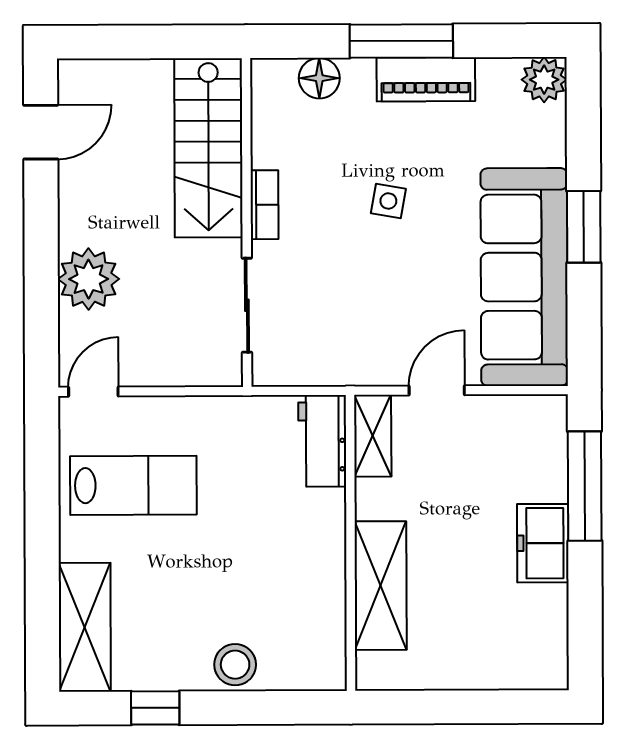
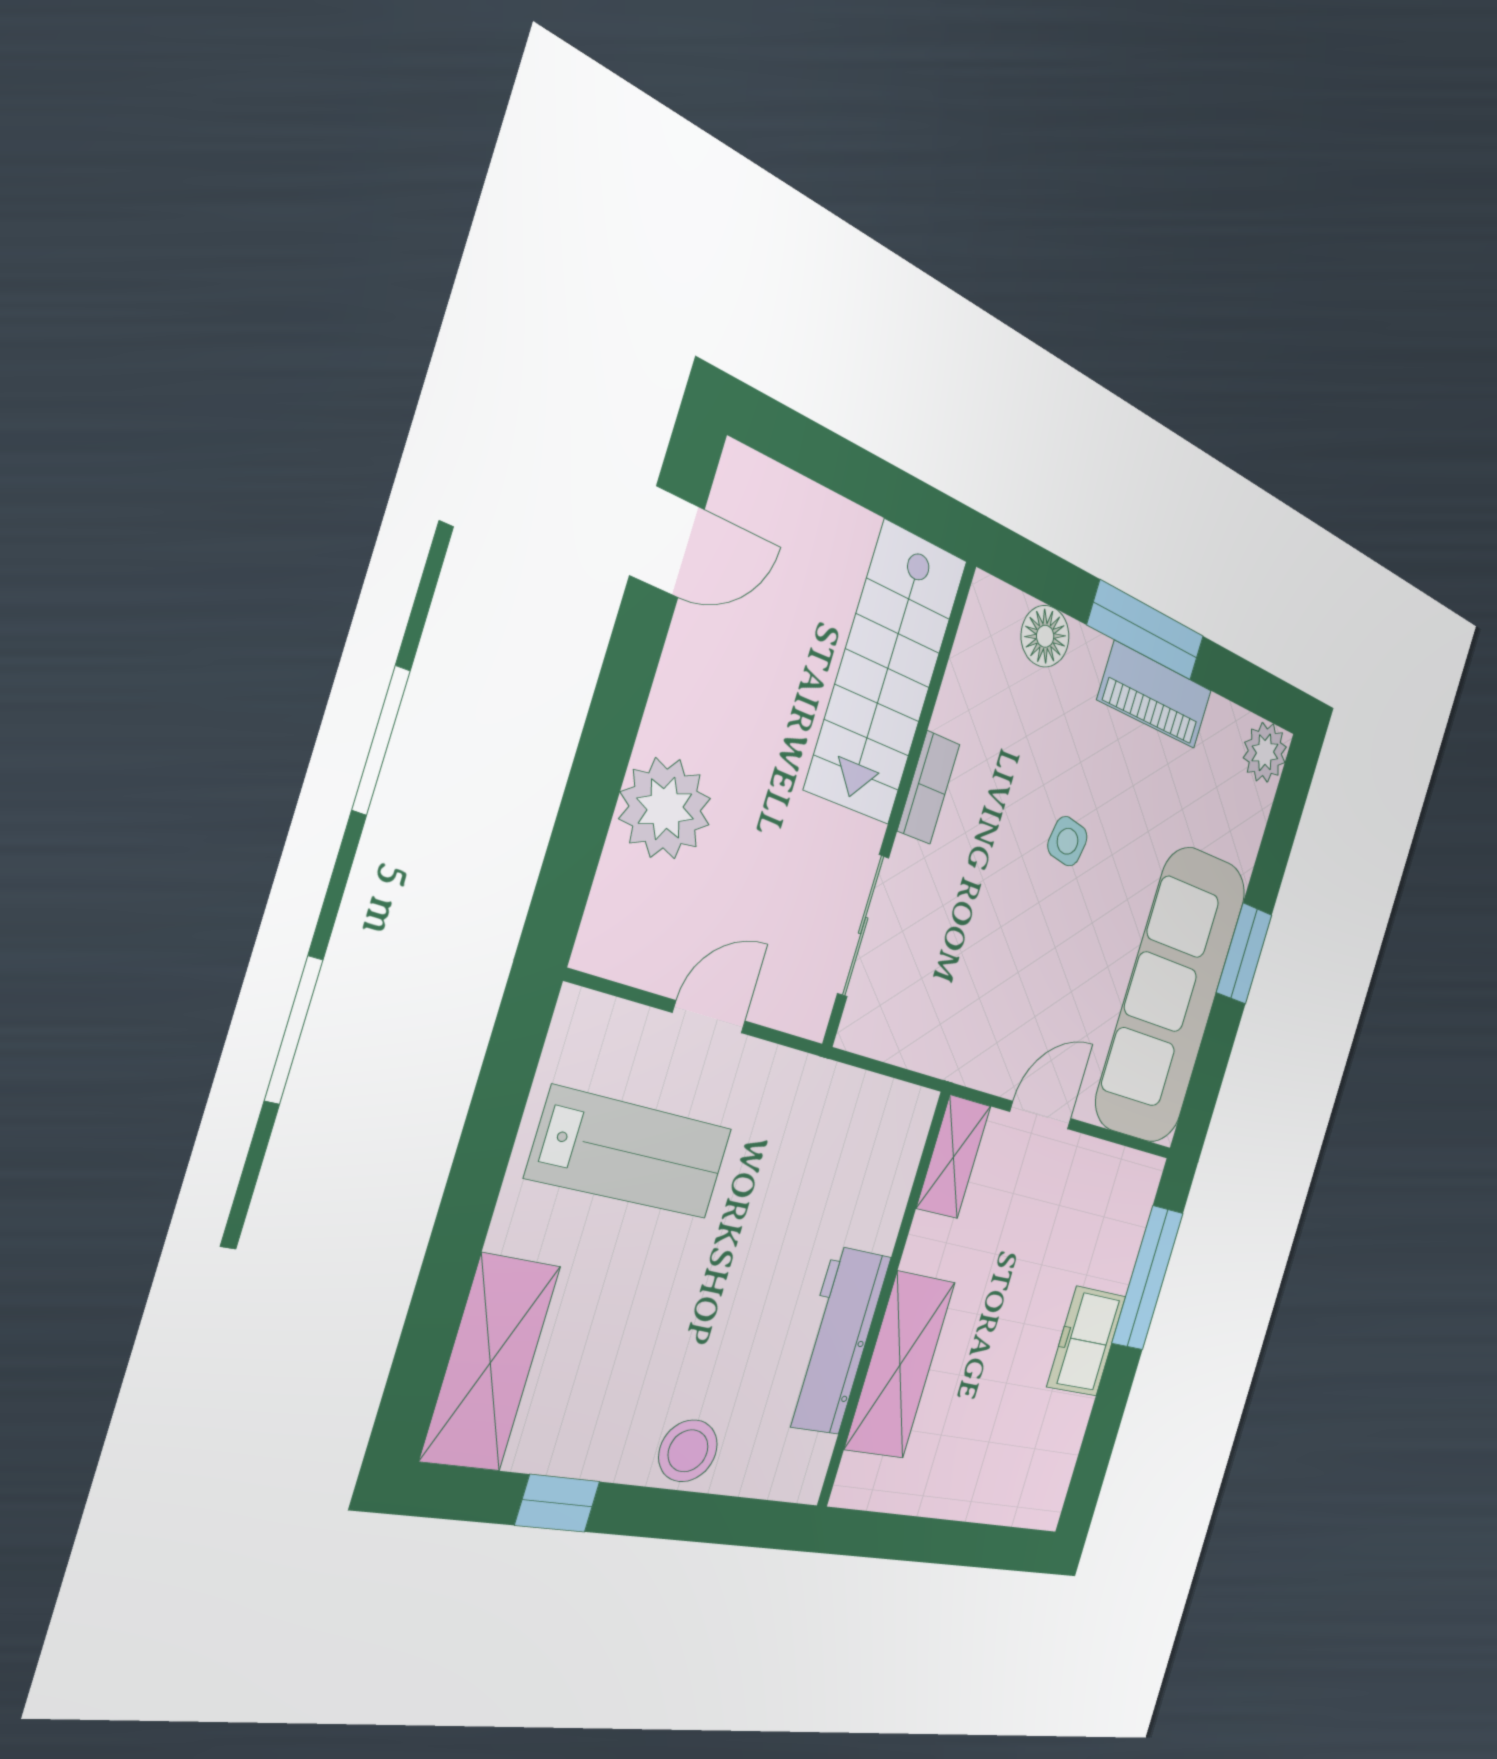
door: (93, 392) -> (709, 1017), moved
workbench: (322, 441) -> (837, 1341), moved, width x1.38

